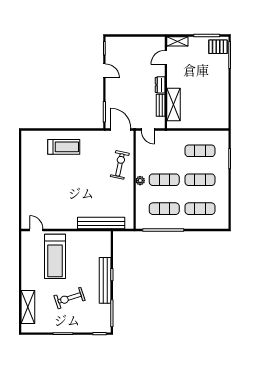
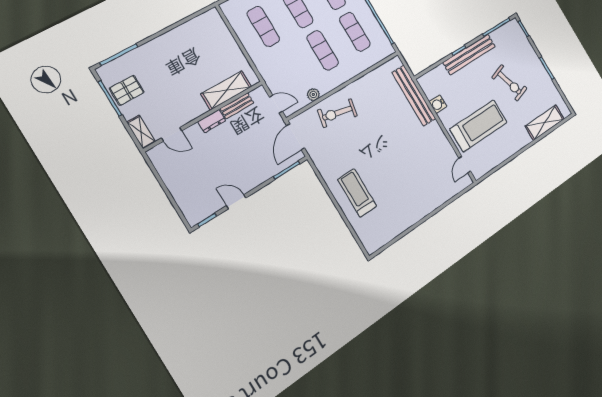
pallet: (218, 47) -> (127, 90), moved, turned 90
door: (104, 71) -> (236, 202), hinge flipped
door: (148, 130) -> (276, 104), hinge flipped
plant: (140, 181) -> (313, 95), moved
water cooler: (86, 236) -> (438, 104), added

